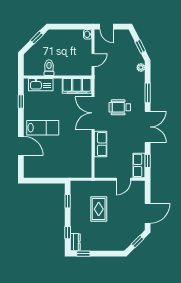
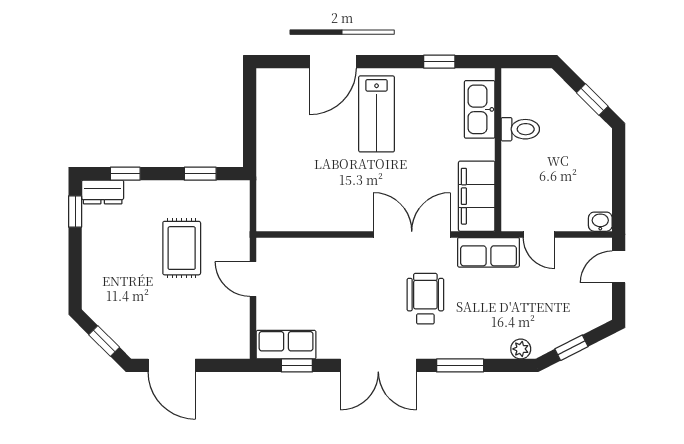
row of seats: (100, 144) -> (489, 252), moved
door: (123, 179) -> (253, 279), moved
rug: (99, 209) -> (182, 248), turned 90

